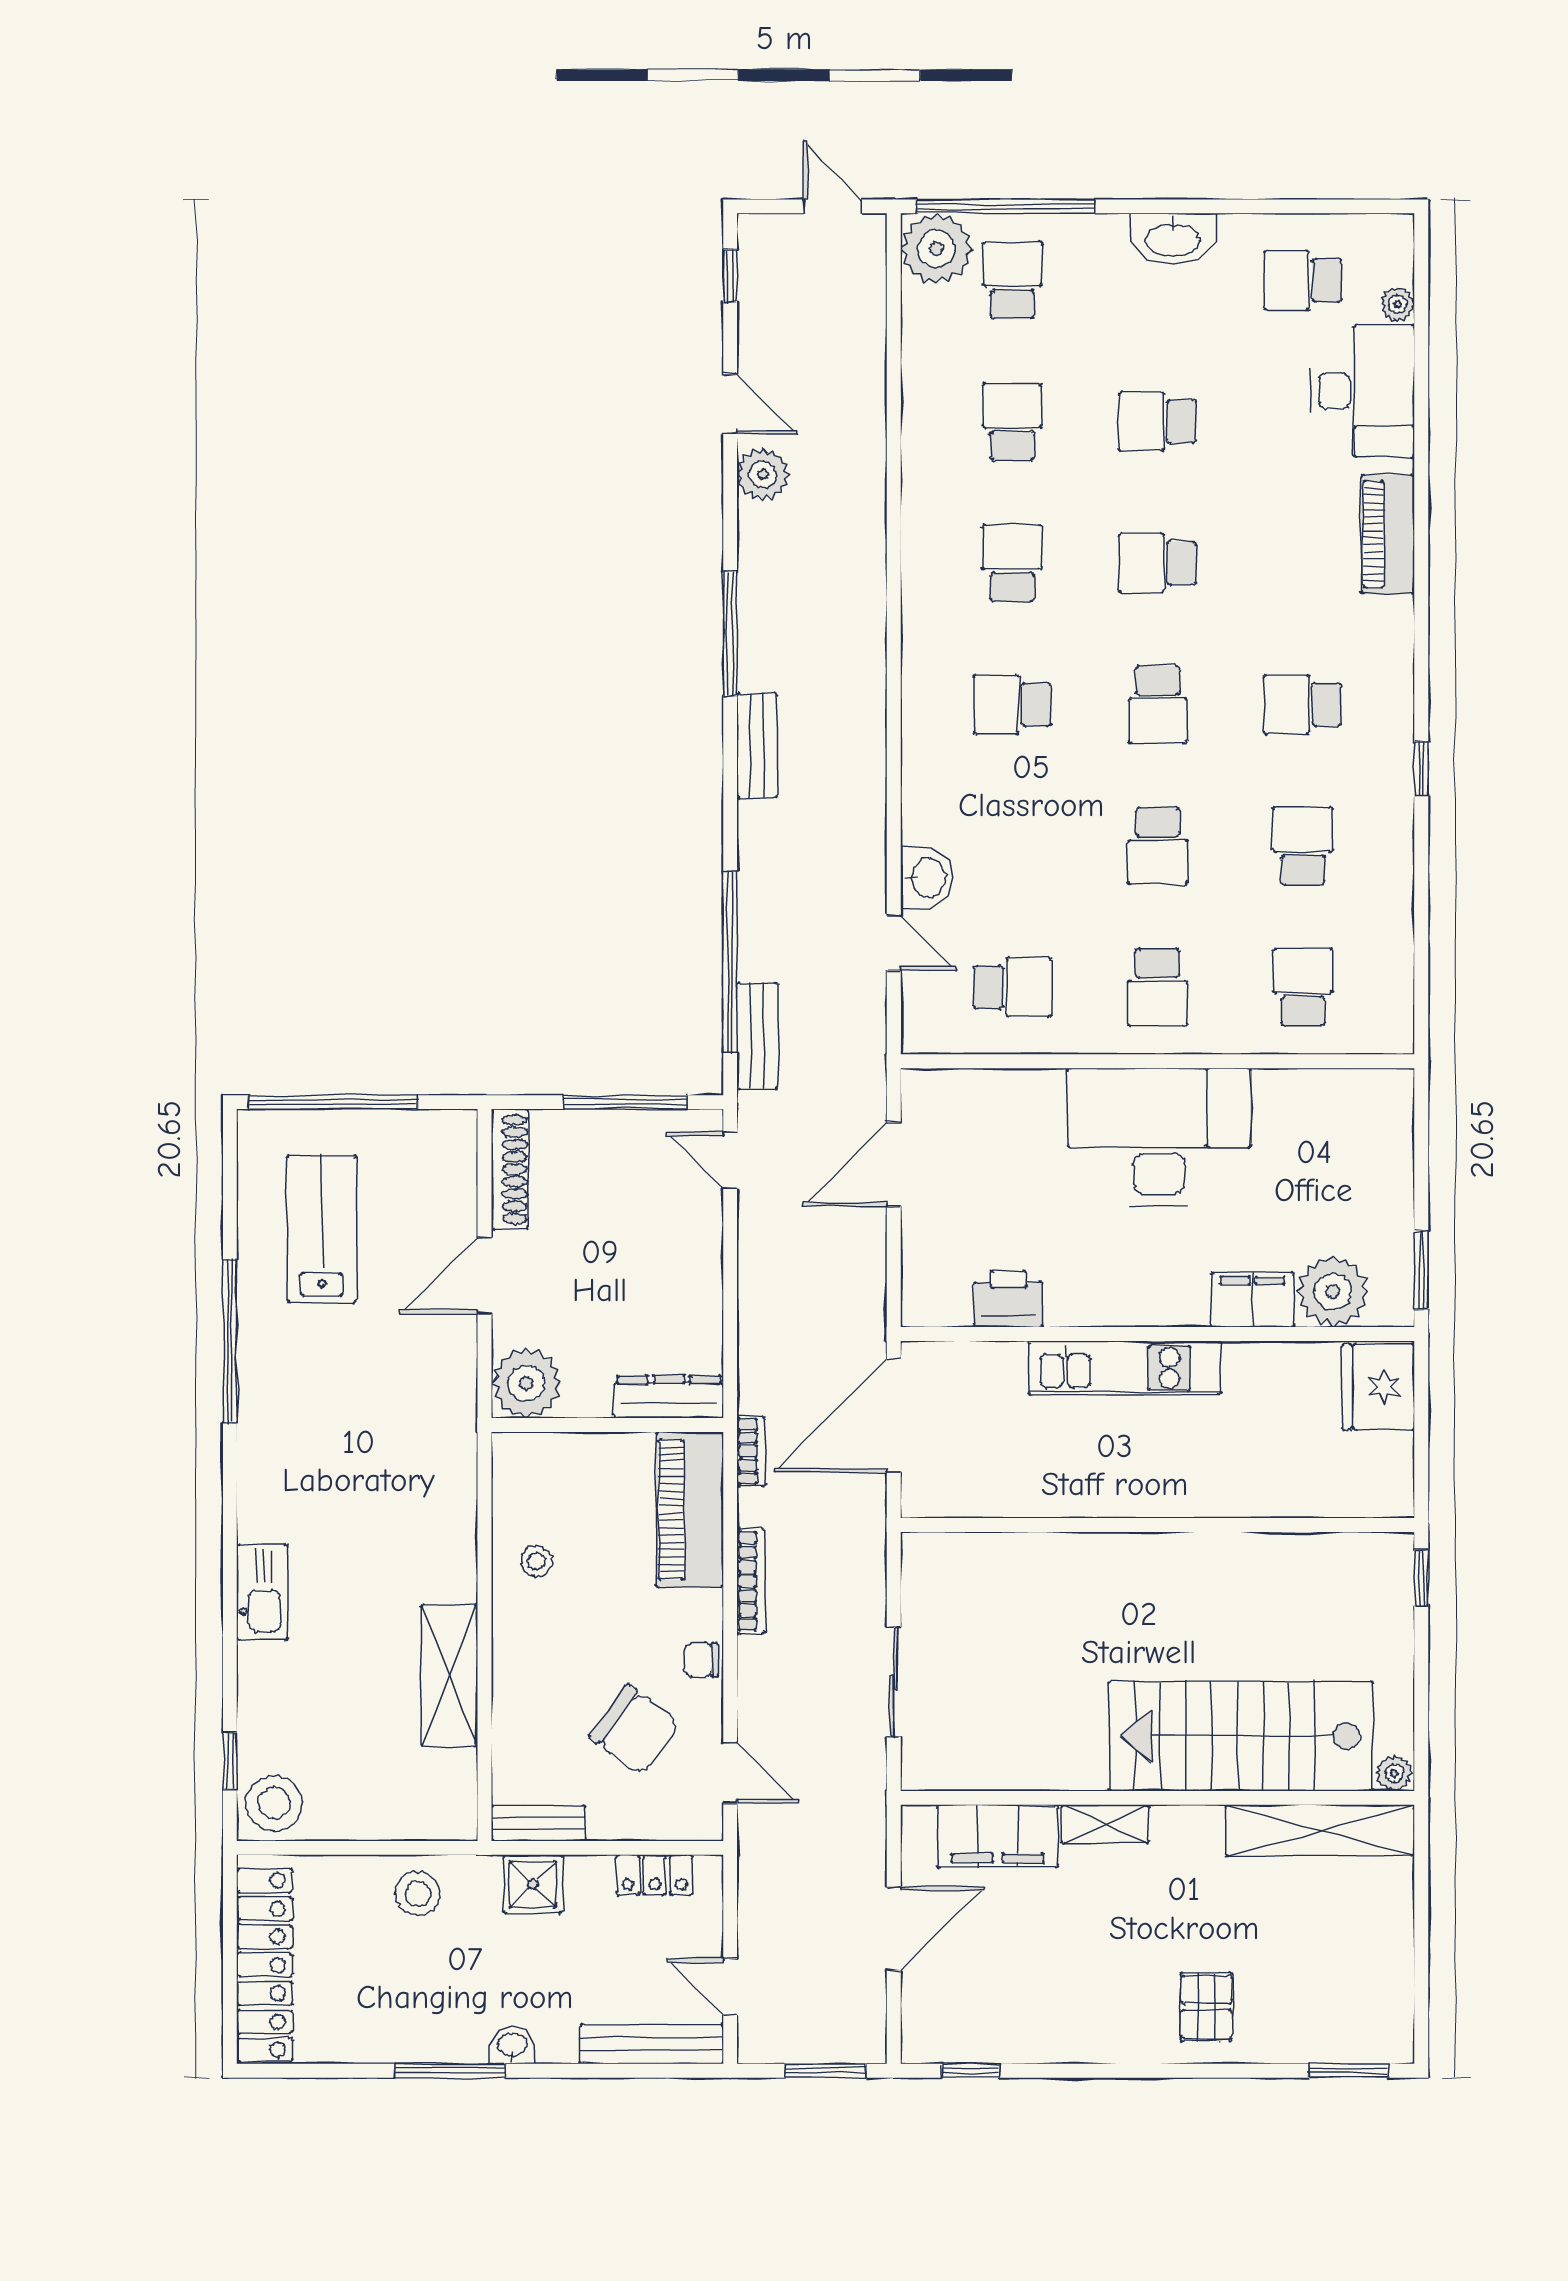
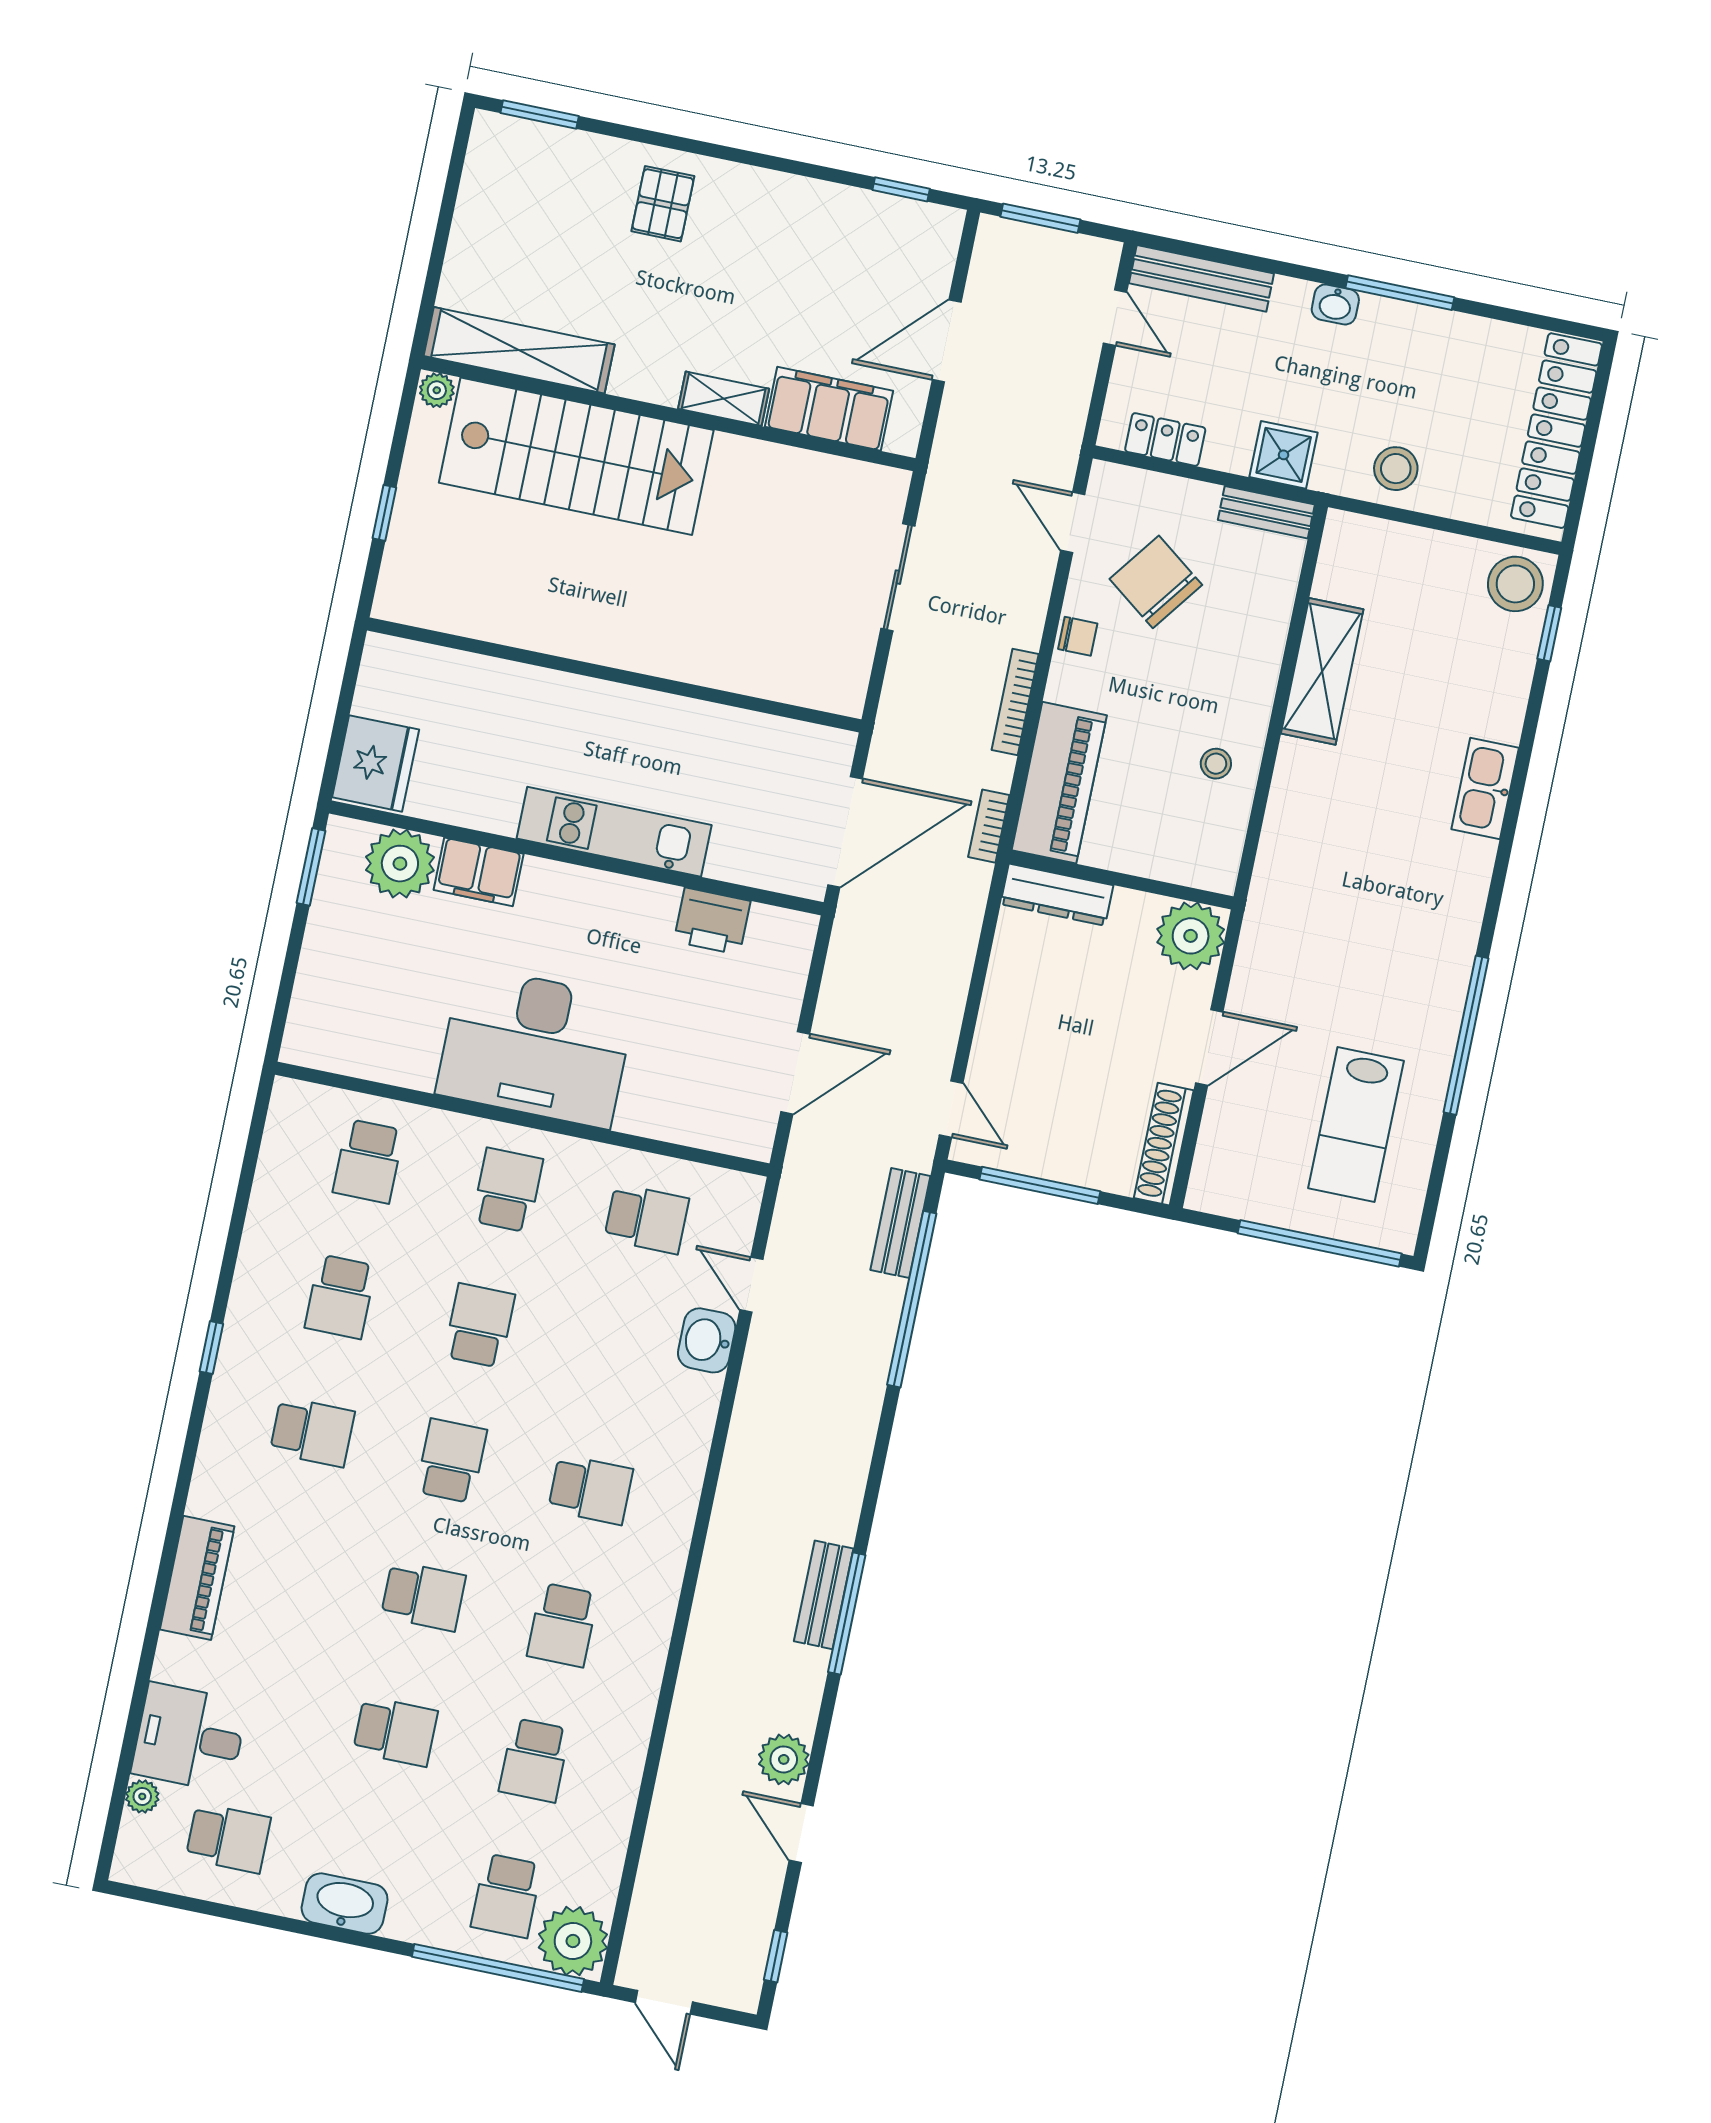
desk: (1362, 391) -> (189, 1737), width x0.73
bench: (757, 745) -> (824, 1595), moved
school desk: (1012, 987) -> (647, 1219), turned 180
window: (1421, 1578) -> (384, 513), moved

